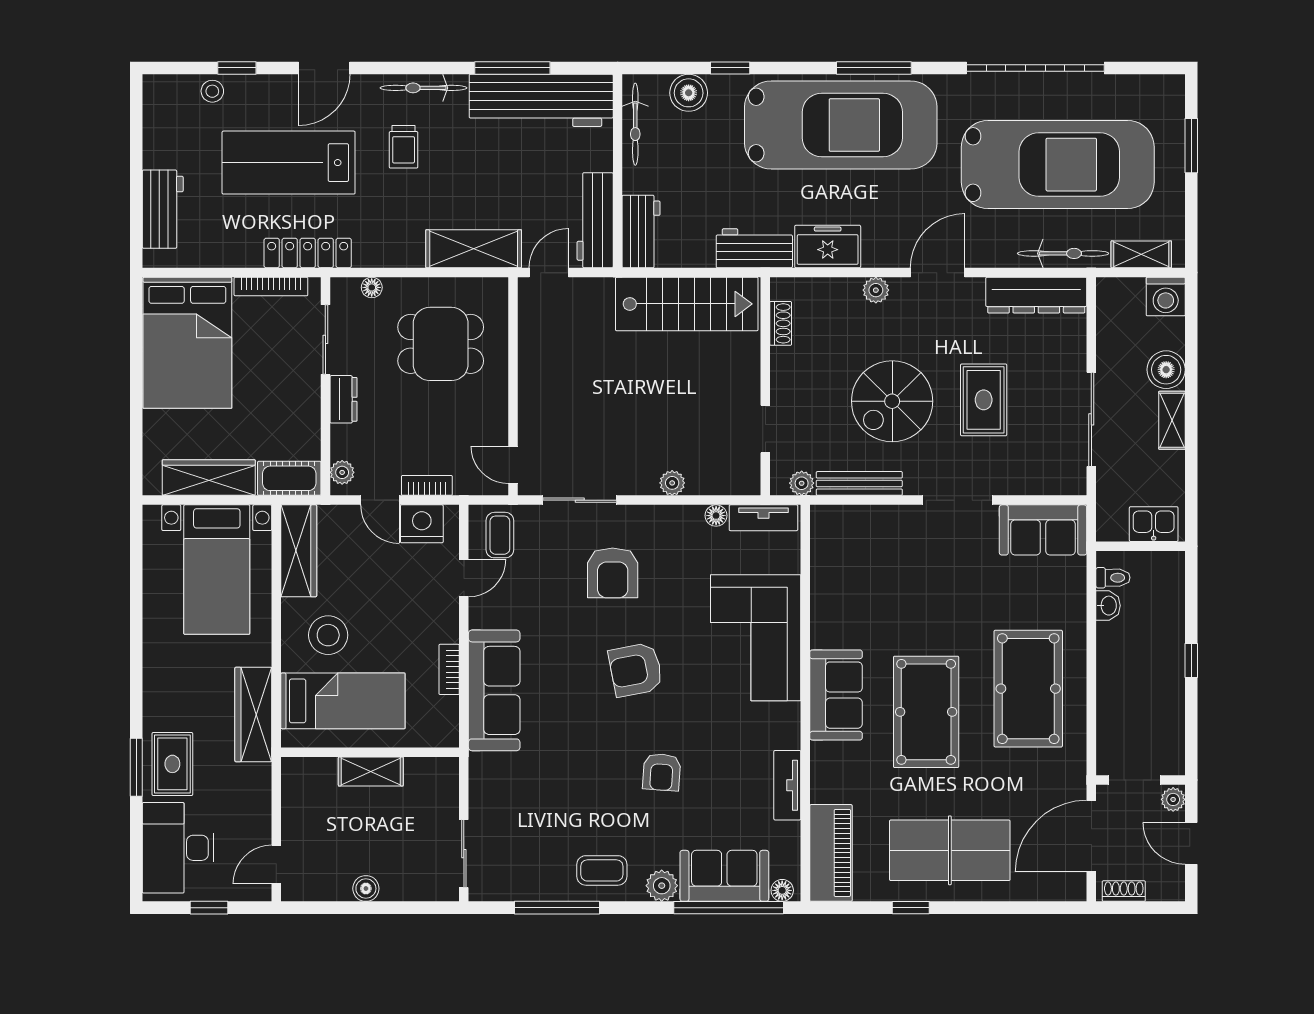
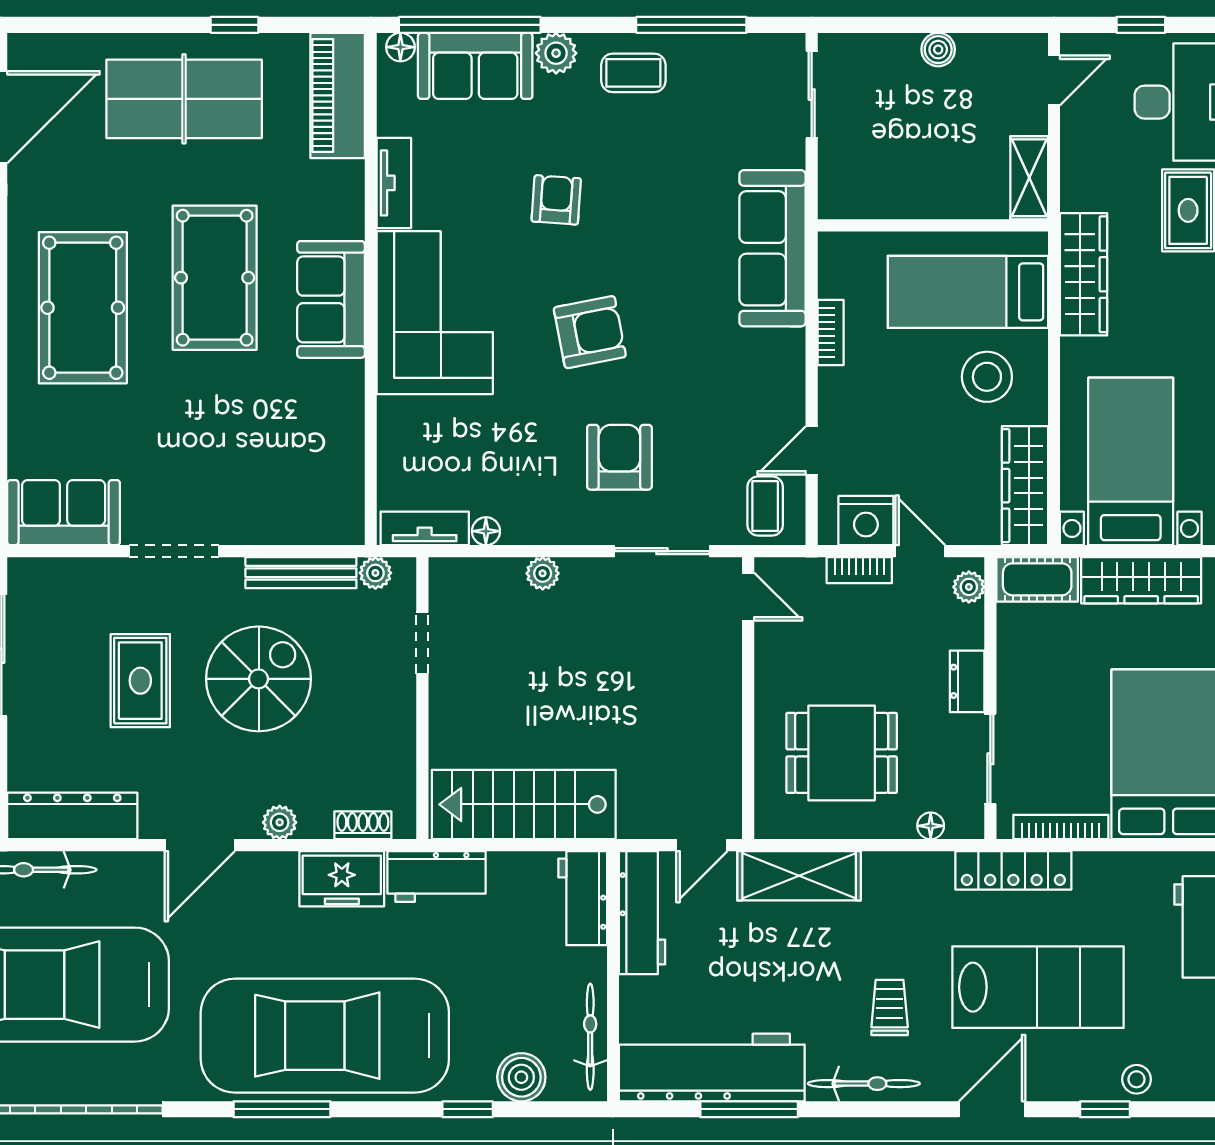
shoe rack: (781, 323) -> (363, 825), moved, turned 90
corner sofa: (756, 638) -> (435, 313), moved
sofa: (494, 690) -> (772, 248), moved
shelving: (371, 771) -> (1029, 178), moved, turned 90

